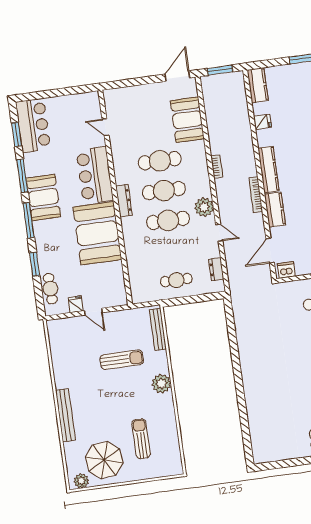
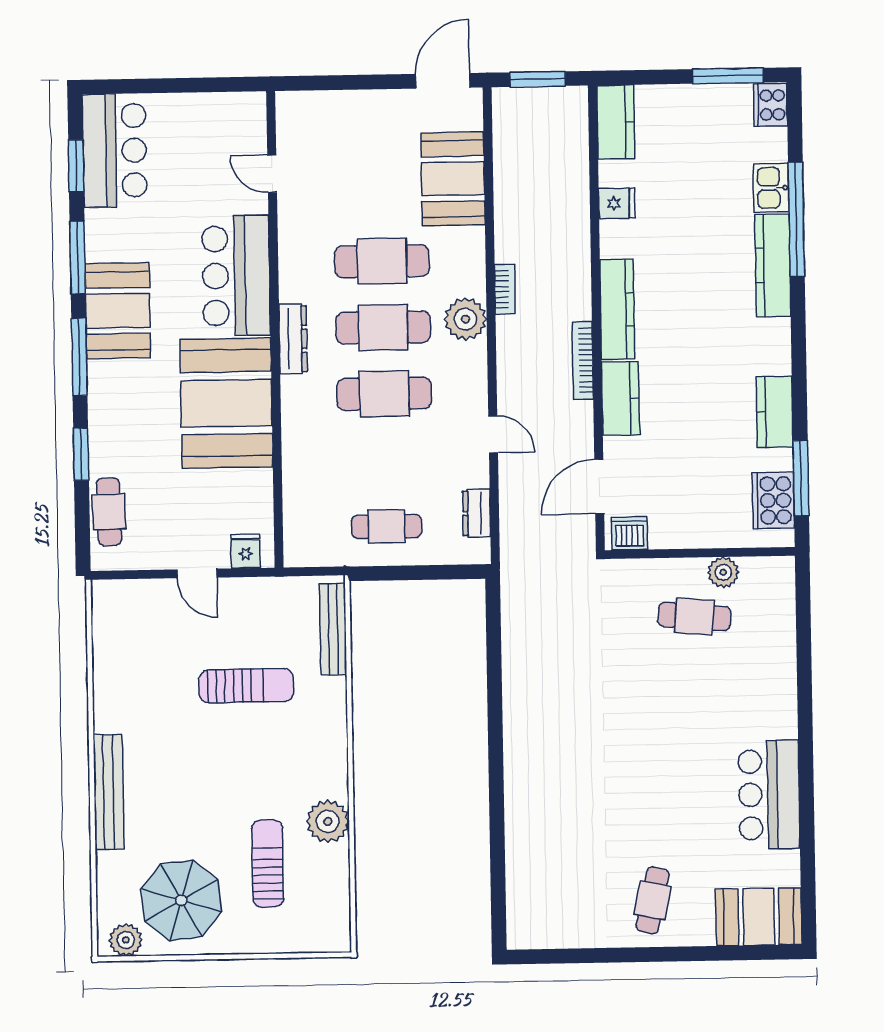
plant: (204, 207) -> (465, 319), moved
fridge: (76, 304) -> (246, 551), moved
plant: (161, 384) -> (328, 821), moved

